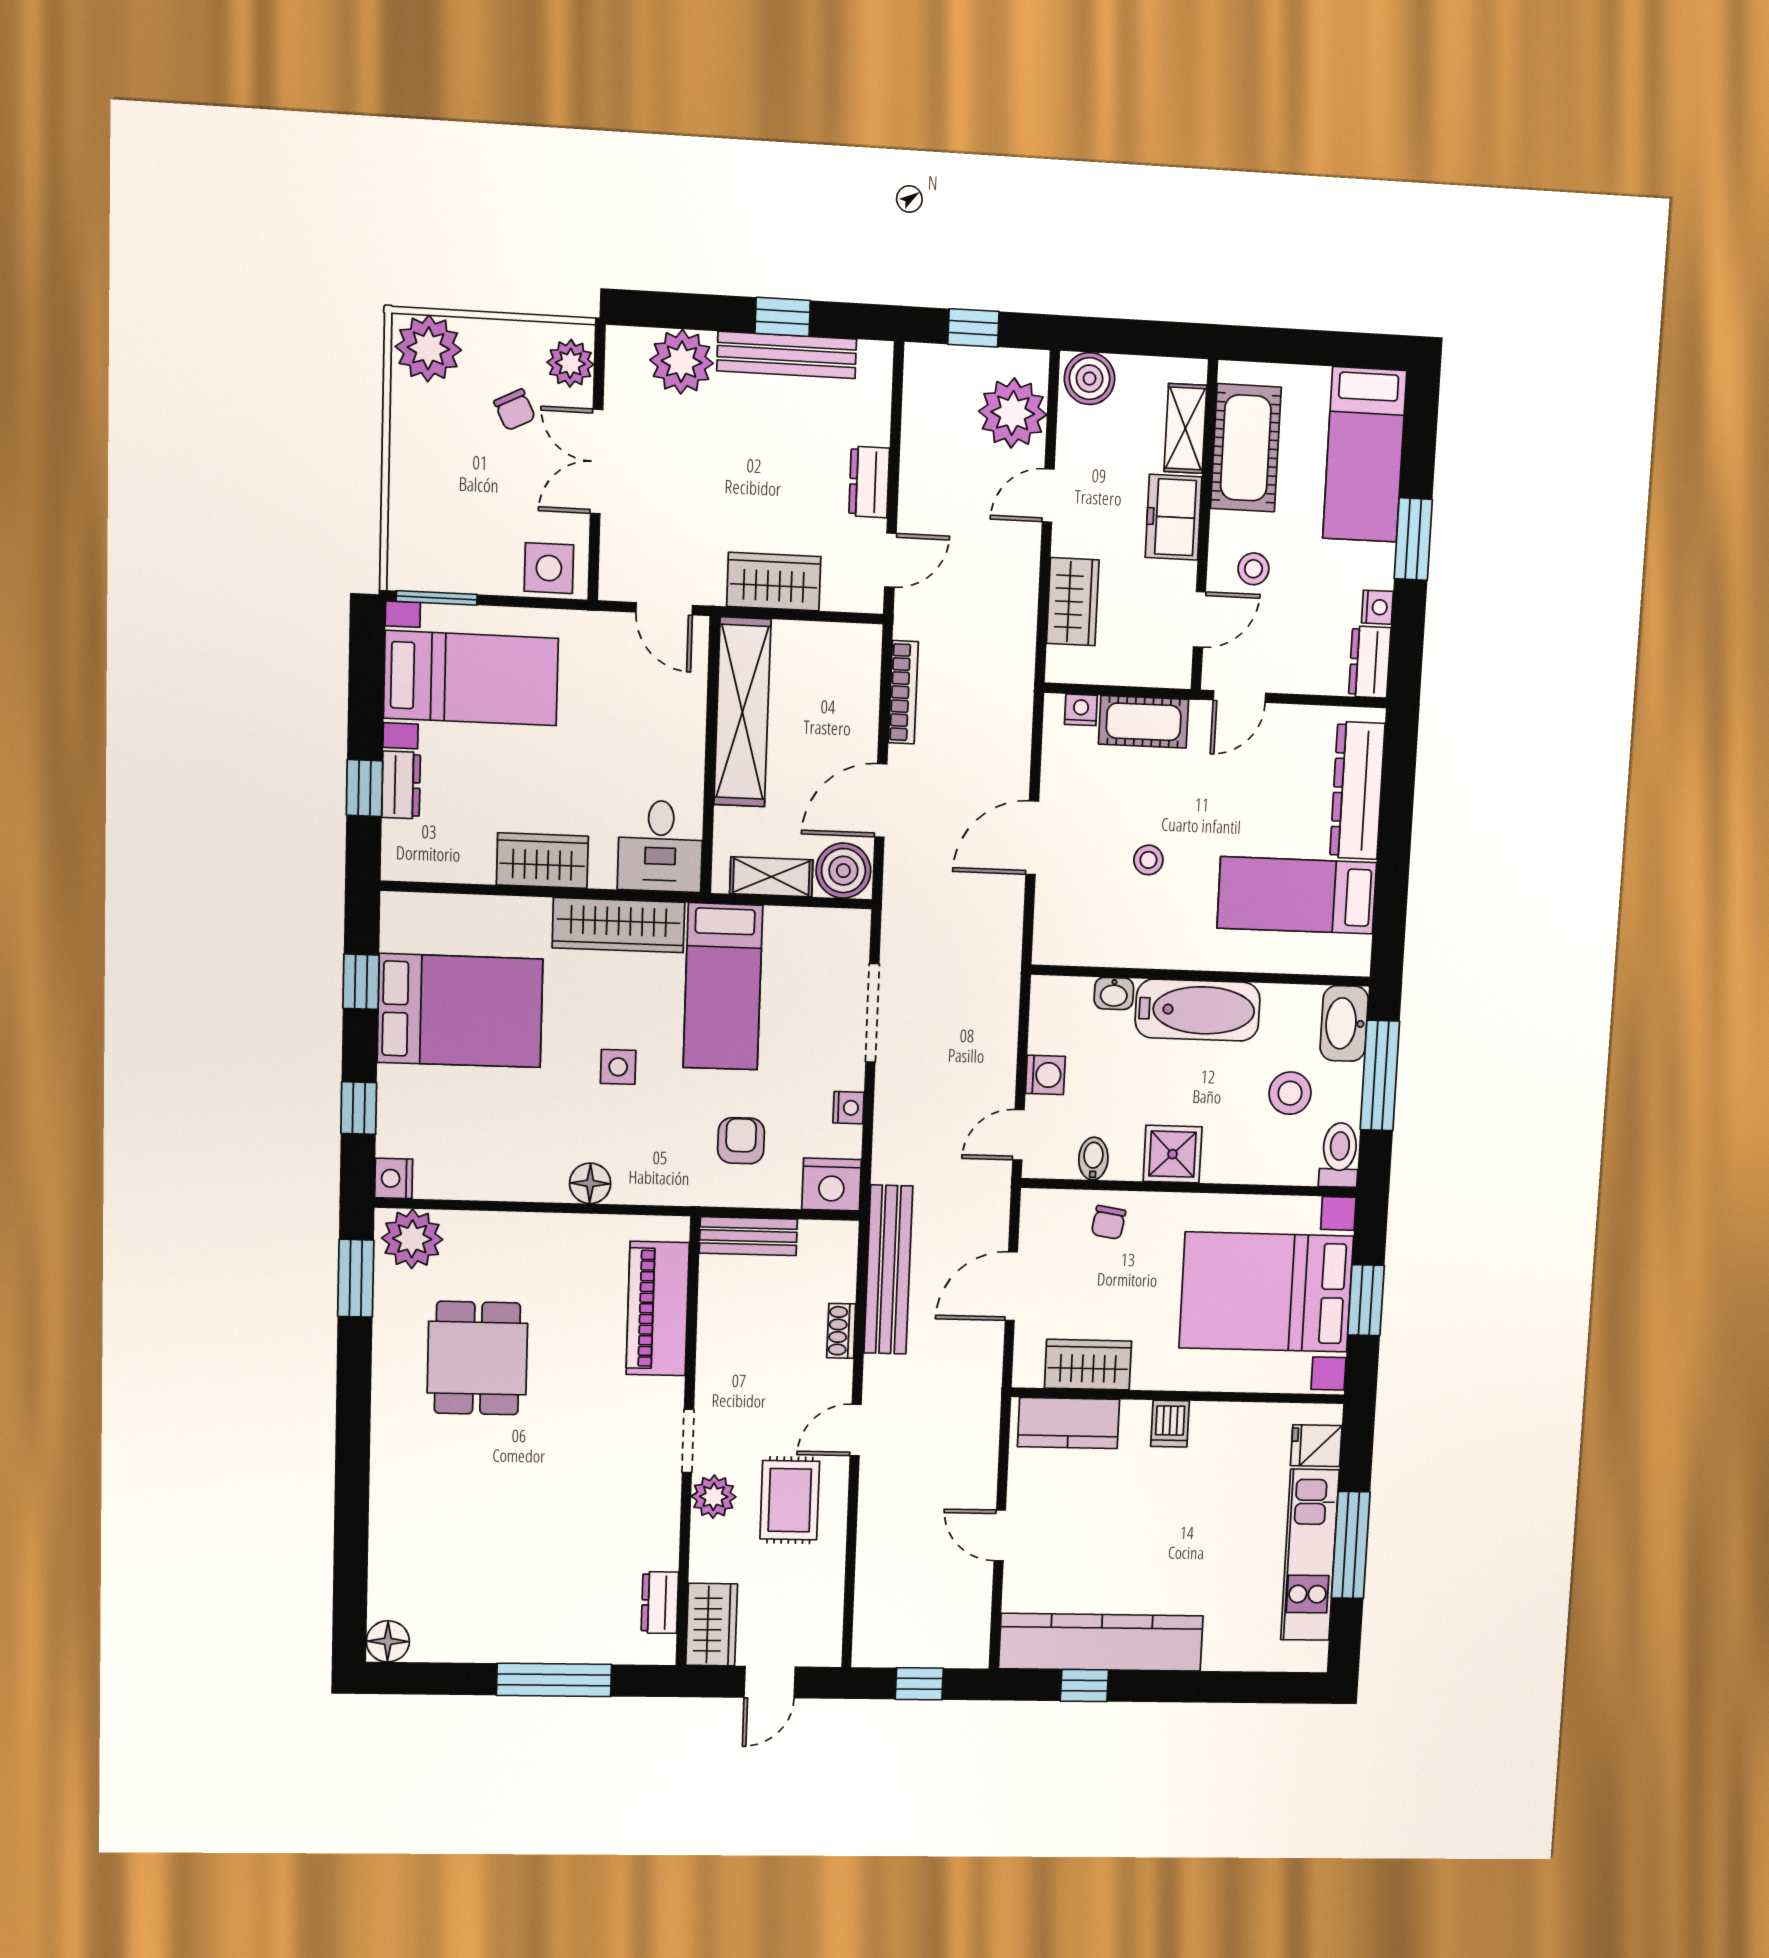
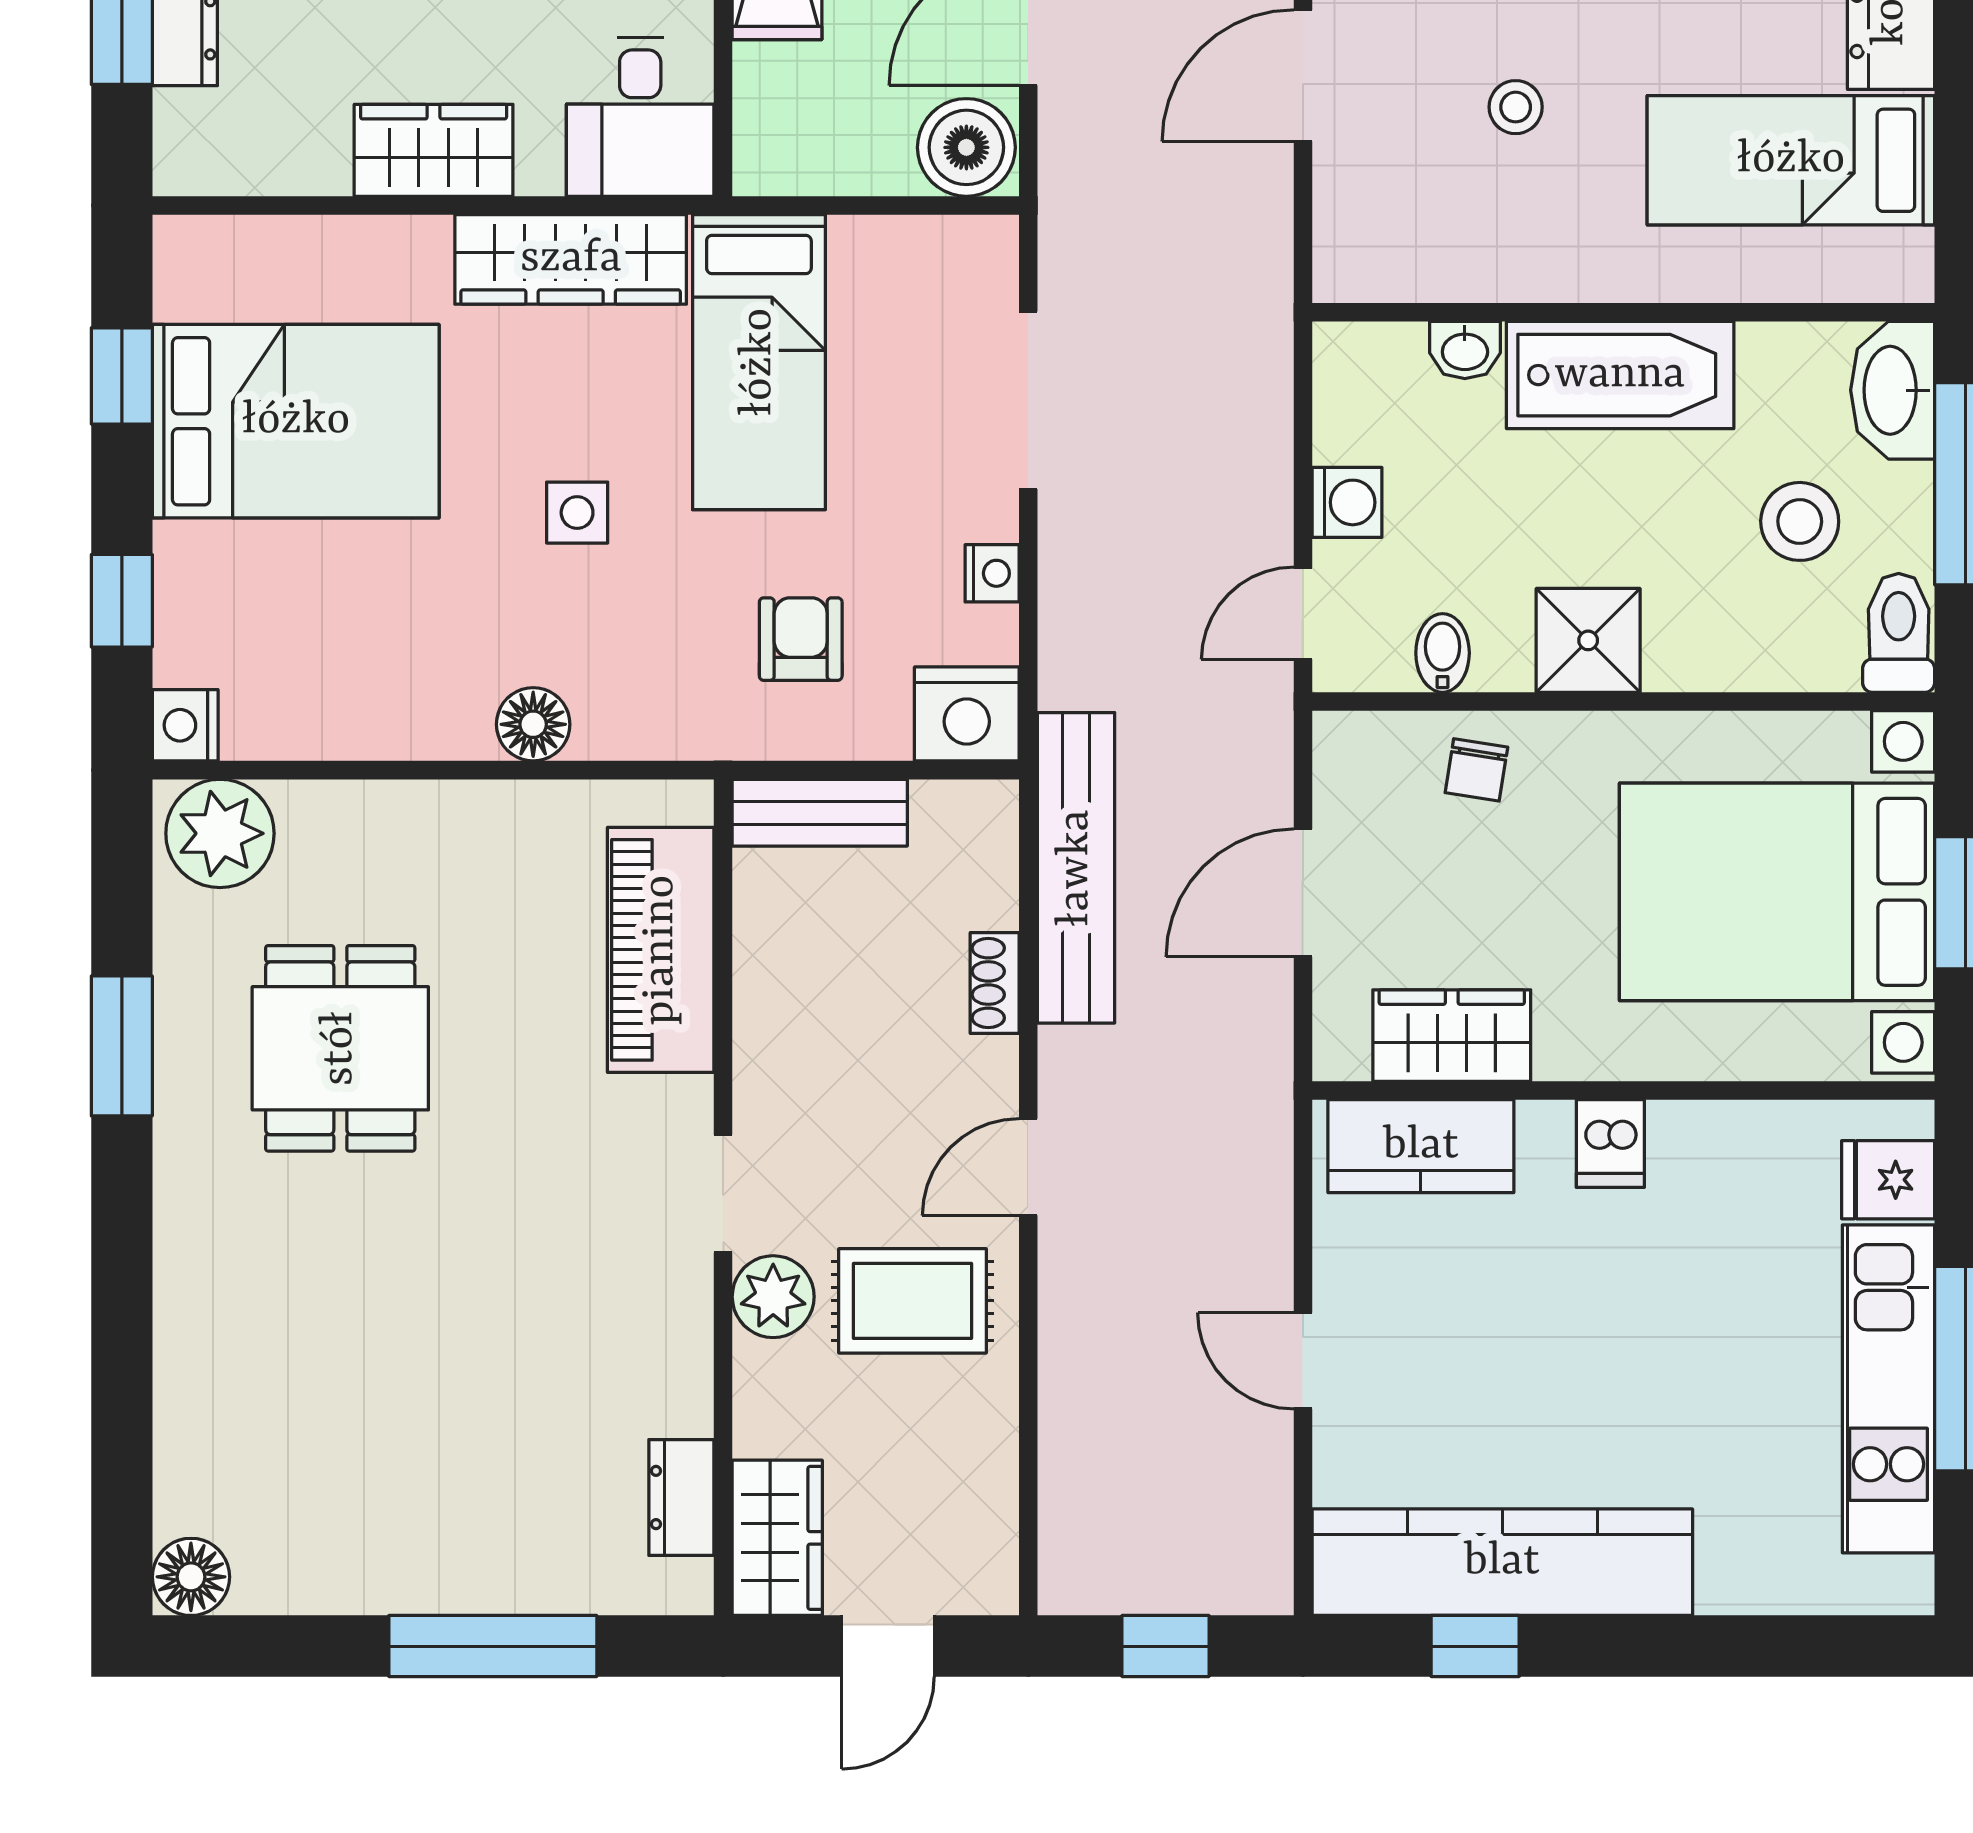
shelving: (771, 877) -> (838, 163), removed
window: (356, 1278) -> (122, 1046), moved
rug: (790, 1500) -> (913, 1301), turned 90

